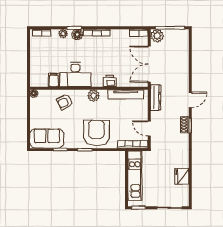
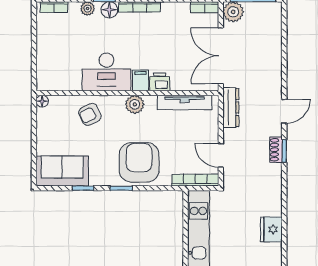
filing cabinet: (54, 80) -> (141, 80), moved

